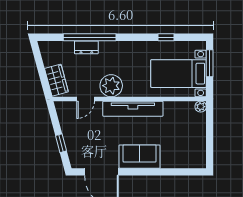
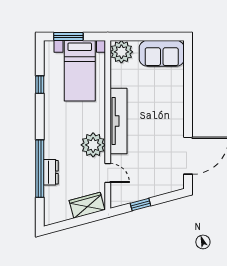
plant: (201, 107) -> (121, 52), width x1.88, depth x1.88
window: (61, 143) -> (140, 204), moved
sofa: (140, 157) -> (162, 53), moved, turned -90

